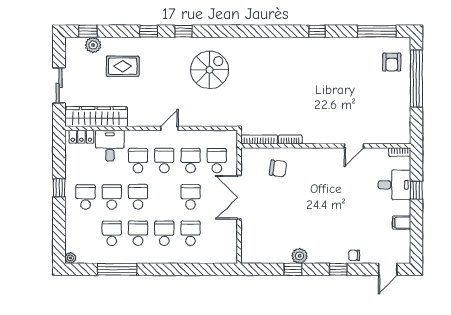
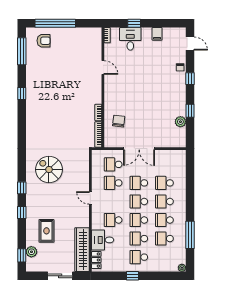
school desk: (164, 161) -> (139, 201), moved
plant: (300, 256) -> (180, 122), moved

